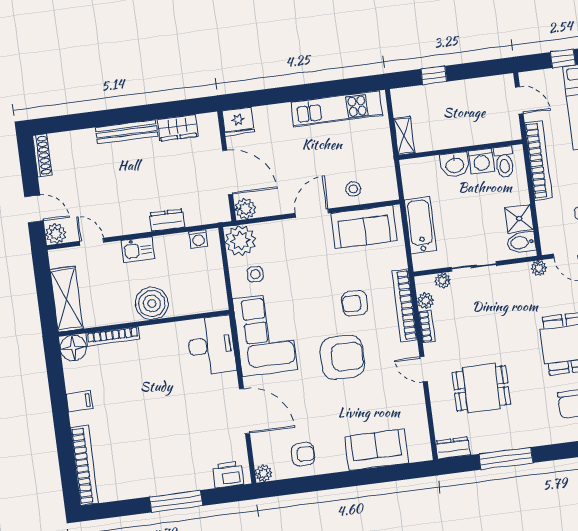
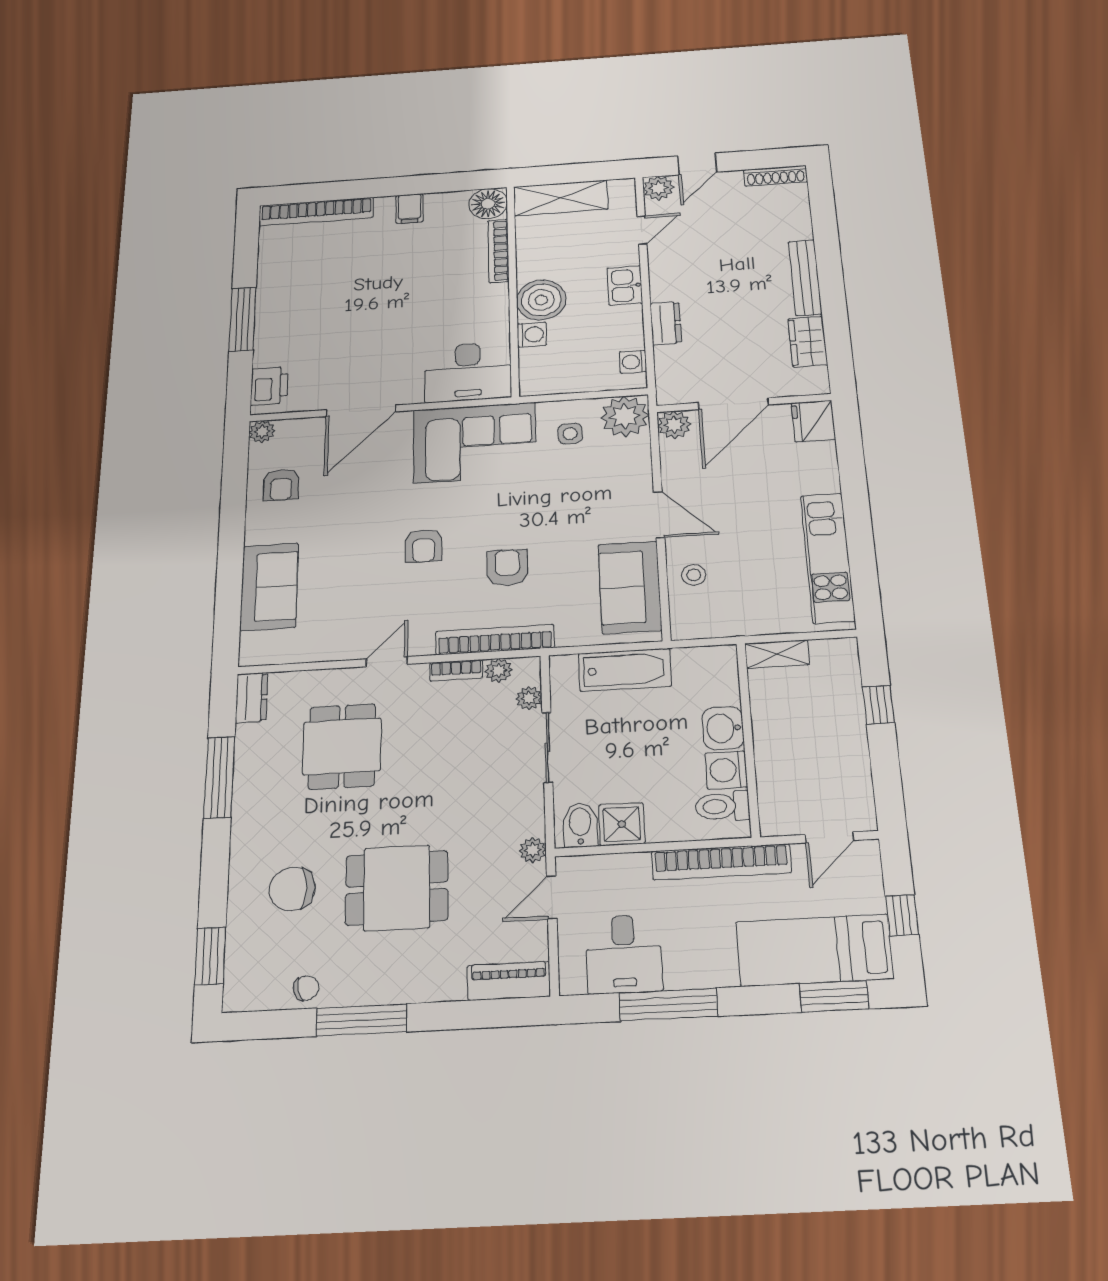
washing machine: (180, 307) -> (532, 334), added
armchair: (342, 357) -> (424, 546), width x0.53, depth x0.53

